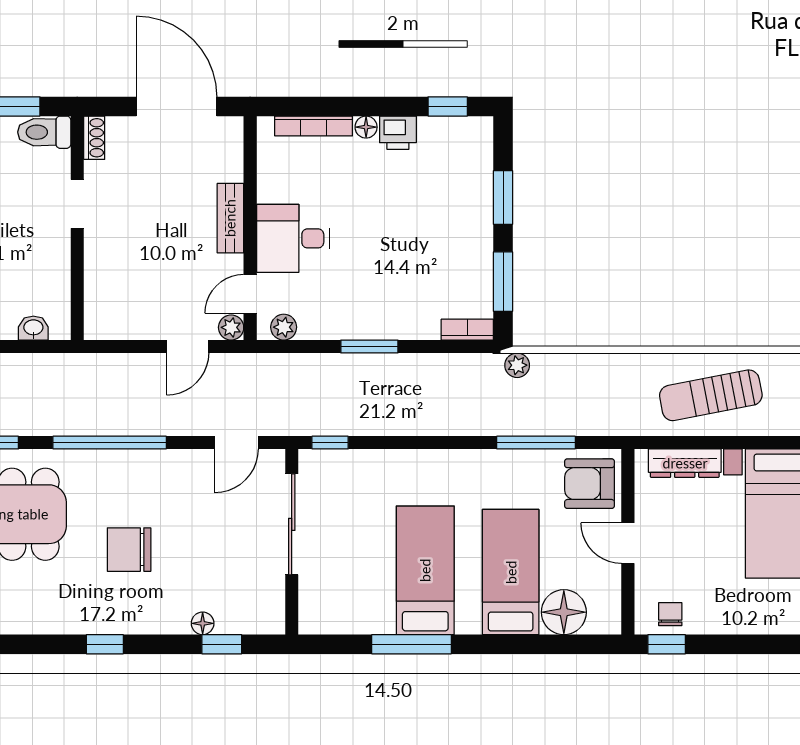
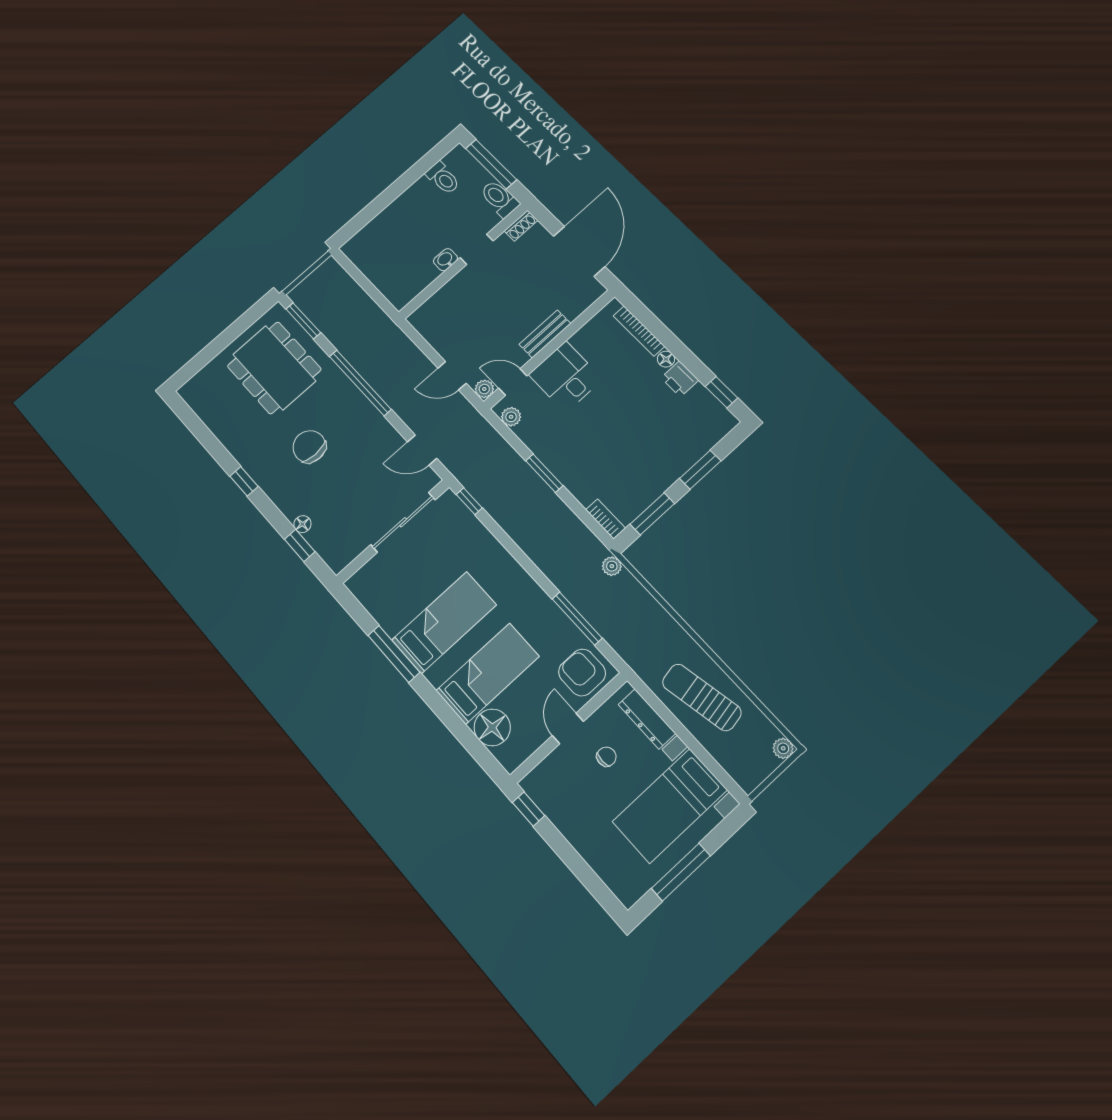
washbasin: (33, 328) -> (445, 260), moved, turned -90
chair: (670, 614) -> (606, 757), moved

